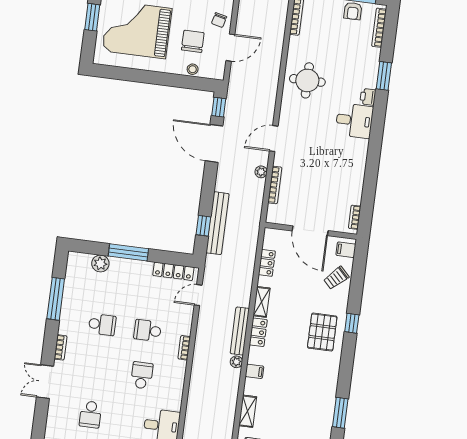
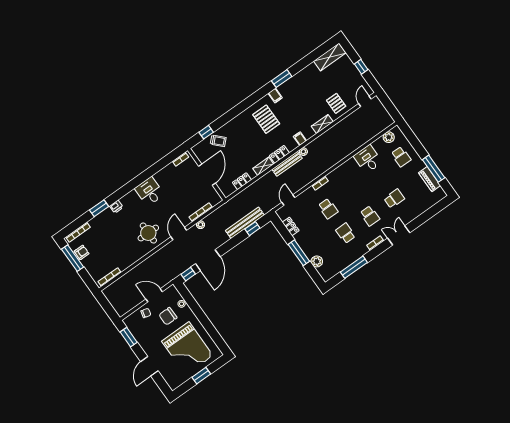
round table: (307, 80) -> (148, 233), moved
desk: (354, 121) -> (149, 192), moved
door: (274, 139) -> (179, 234), swing flipped
filing cabinet: (346, 250) -> (275, 95), moved
locker: (173, 271) -> (291, 226), width x0.66
door: (198, 295) -> (288, 200), swing flipped
window: (352, 323) -> (206, 132), moved
pallet: (322, 332) -> (266, 119), moved, turned 90
school desk: (142, 375) -> (370, 216), moved, turned -90
double door: (45, 382) -> (399, 235), swing flipped

